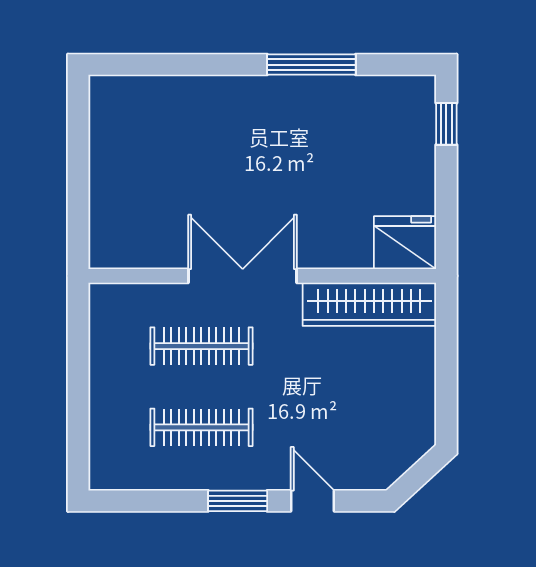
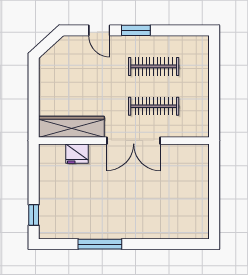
fridge: (405, 243) -> (77, 154), moved, width x0.73, depth x0.75

